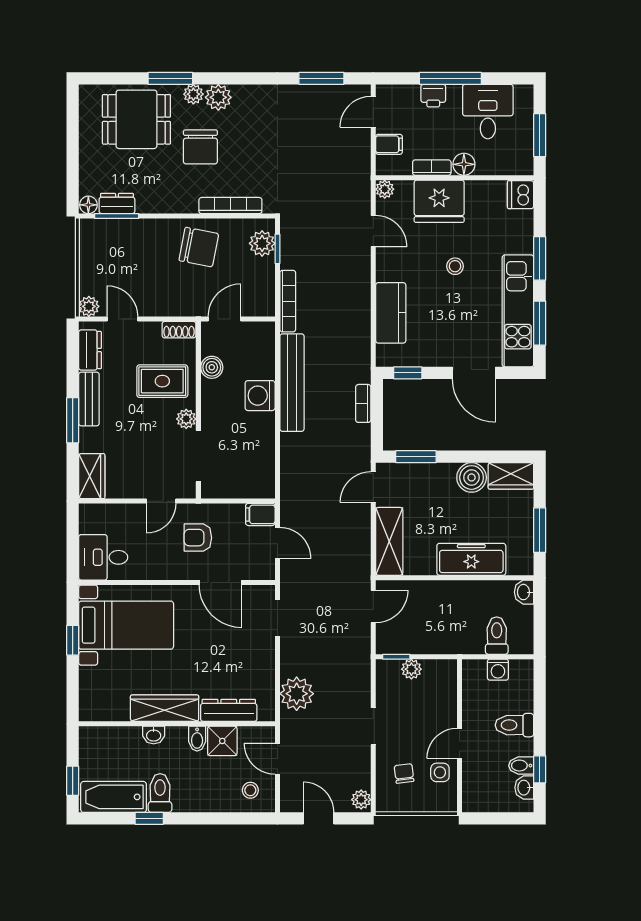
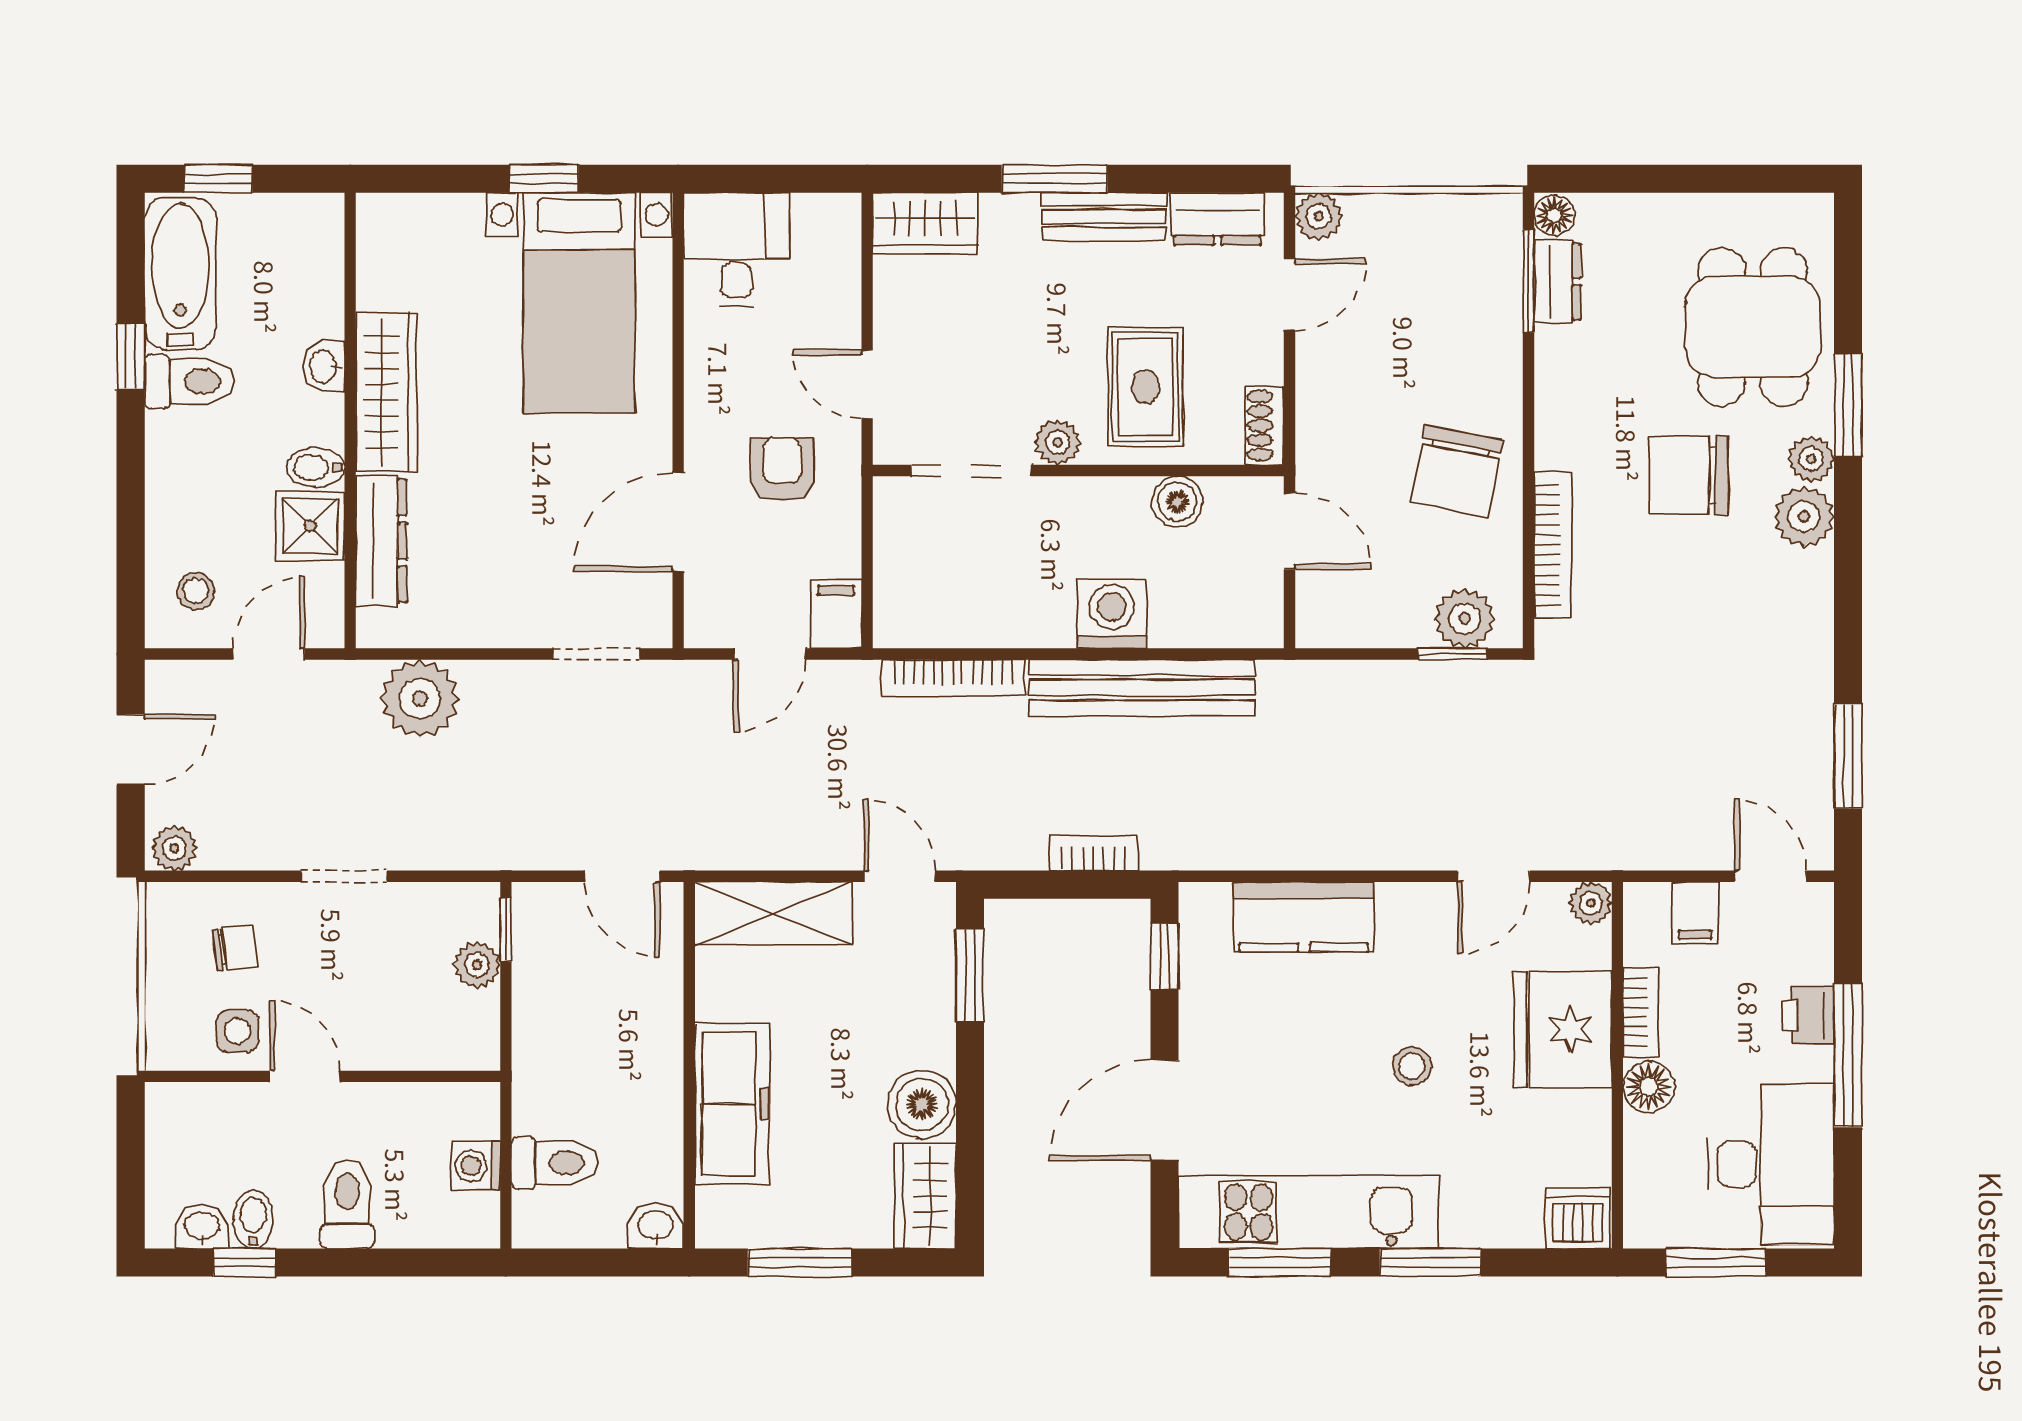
desk: (488, 112) -> (1771, 1164), width x1.37
bookcase: (288, 301) -> (953, 678), moved

